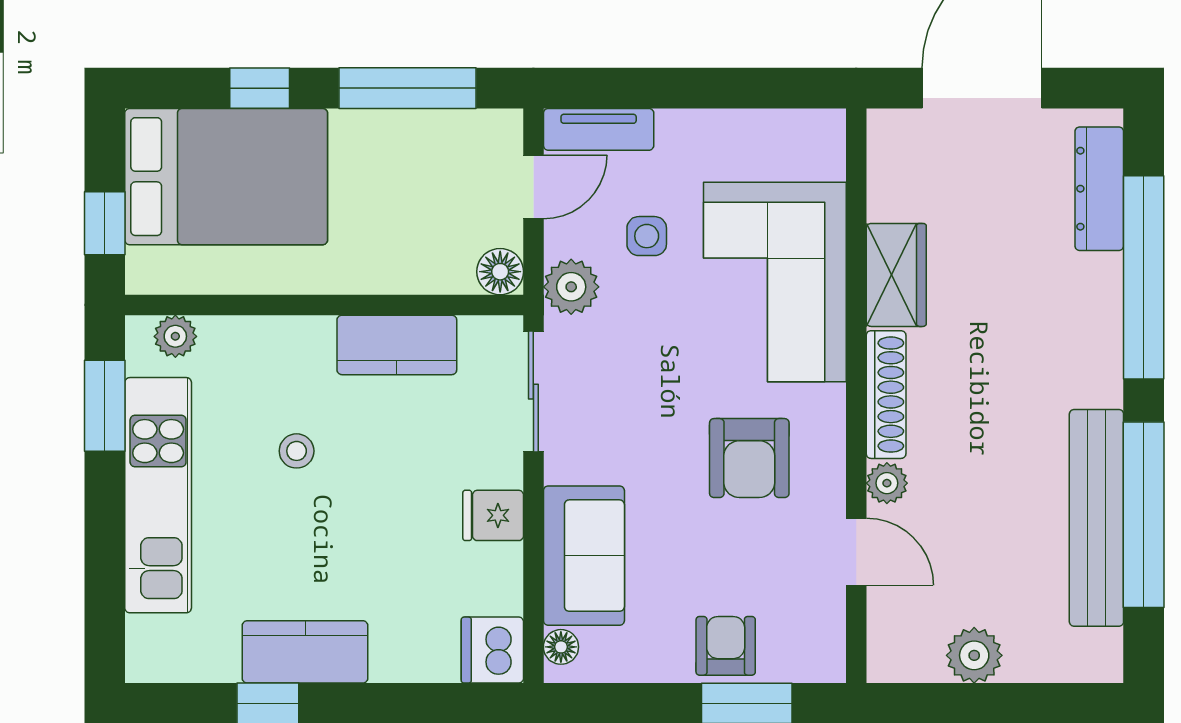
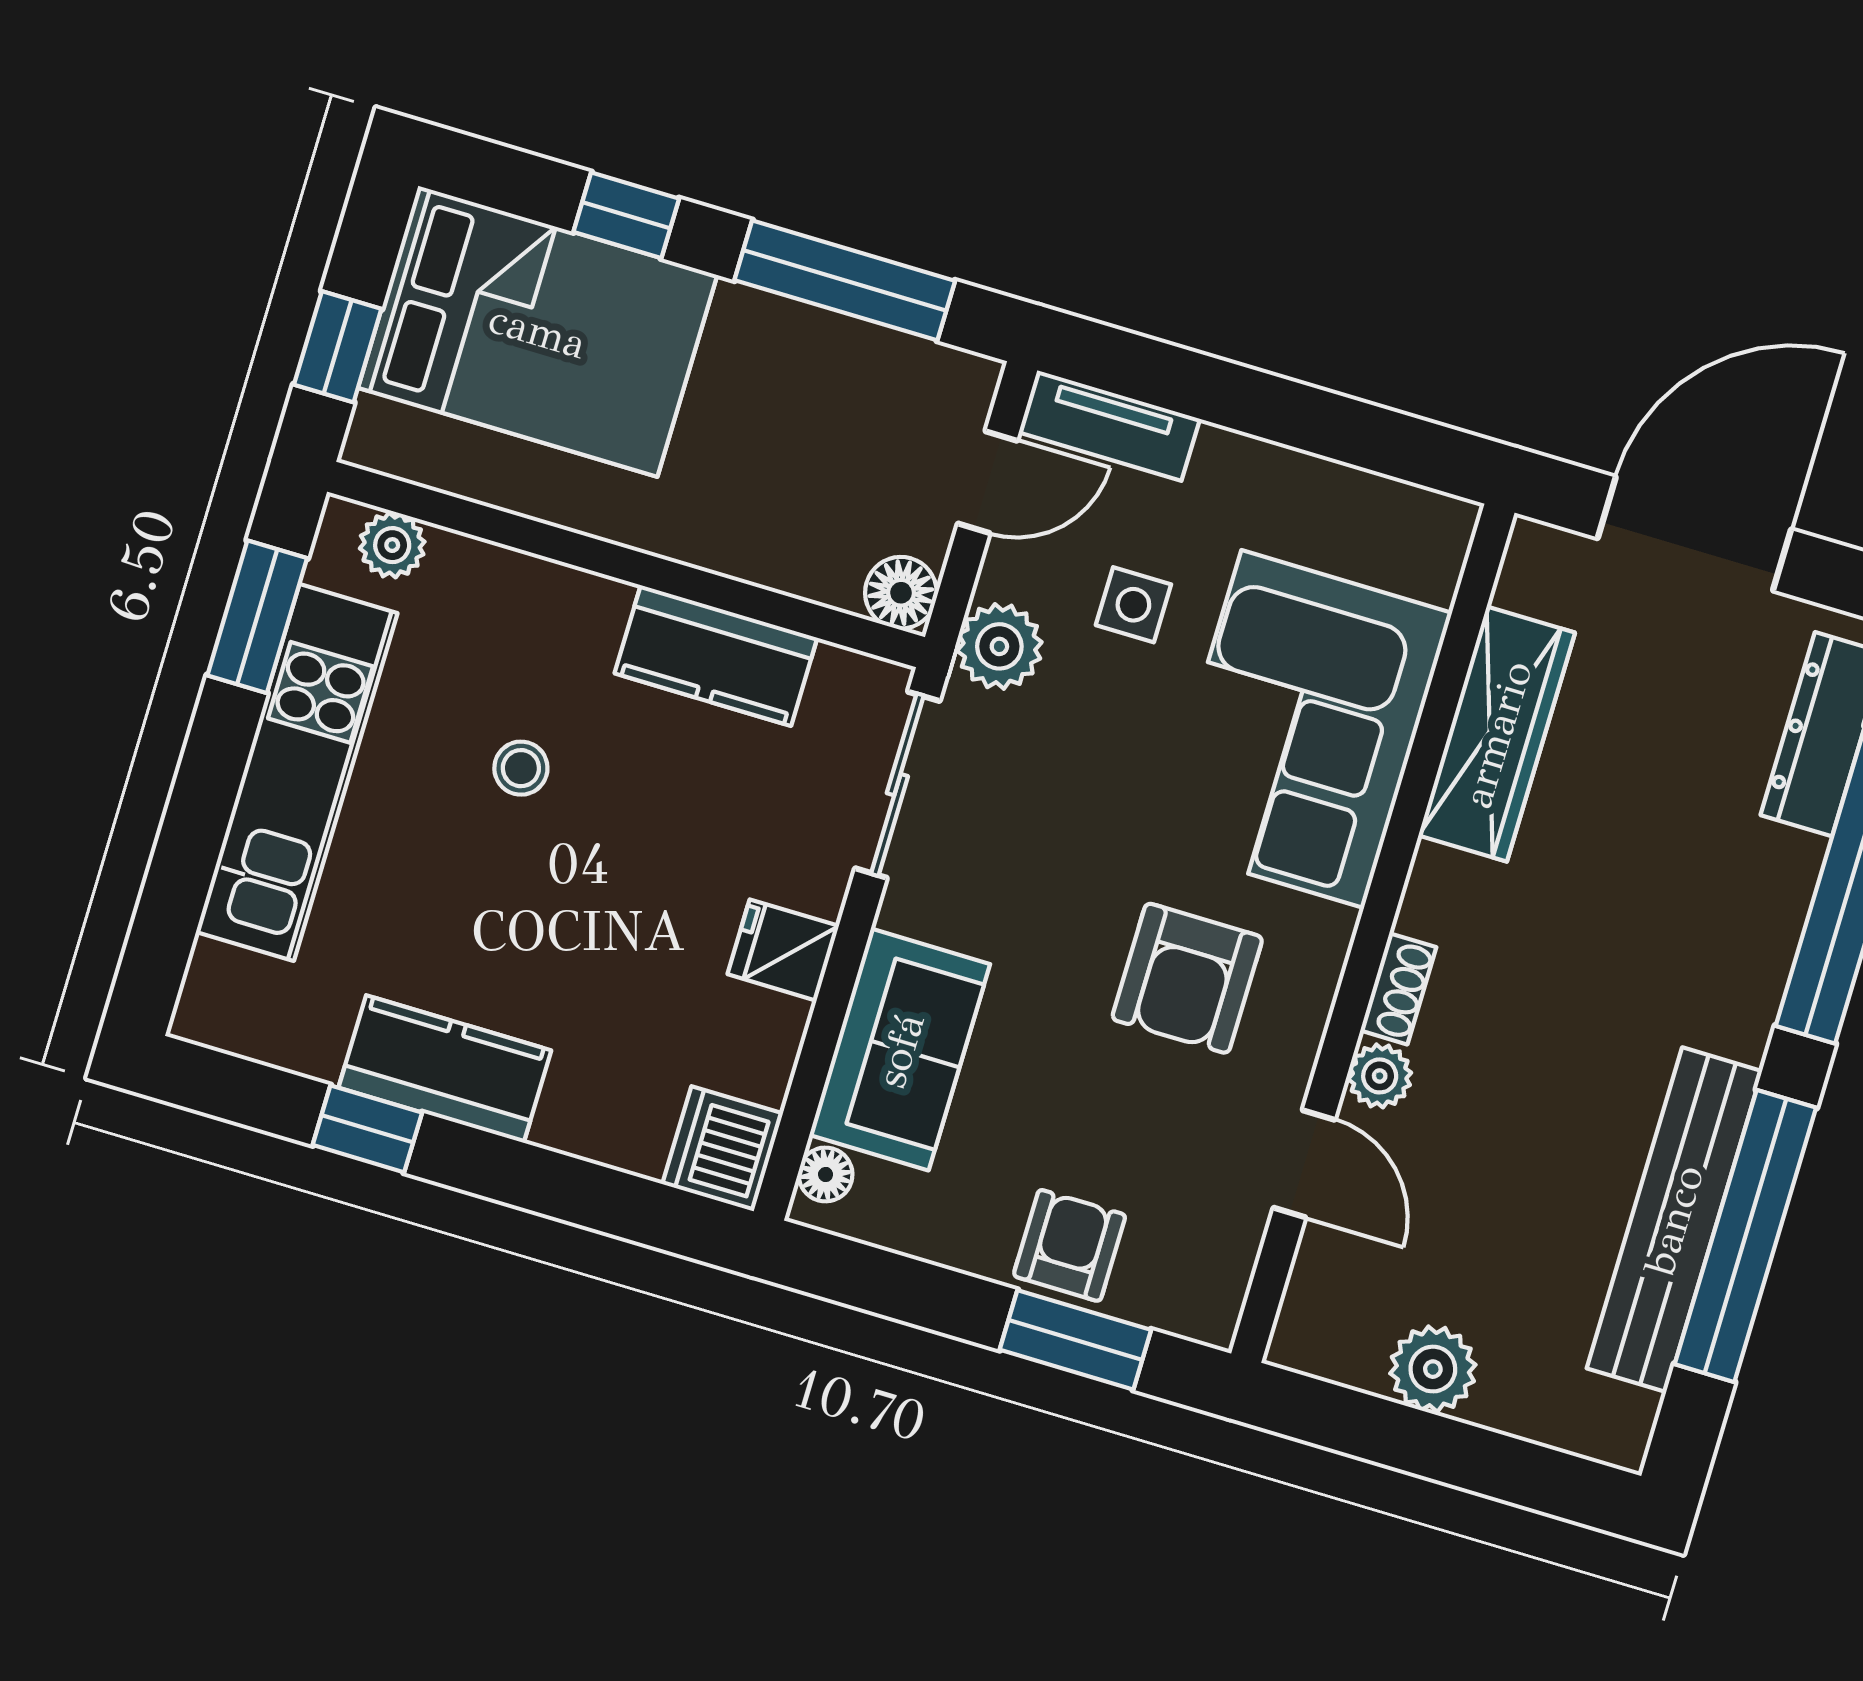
wardrobe: (896, 275) -> (1497, 734), width x1.50
shoe rack: (886, 395) -> (1398, 989), width x0.51, depth x0.81

